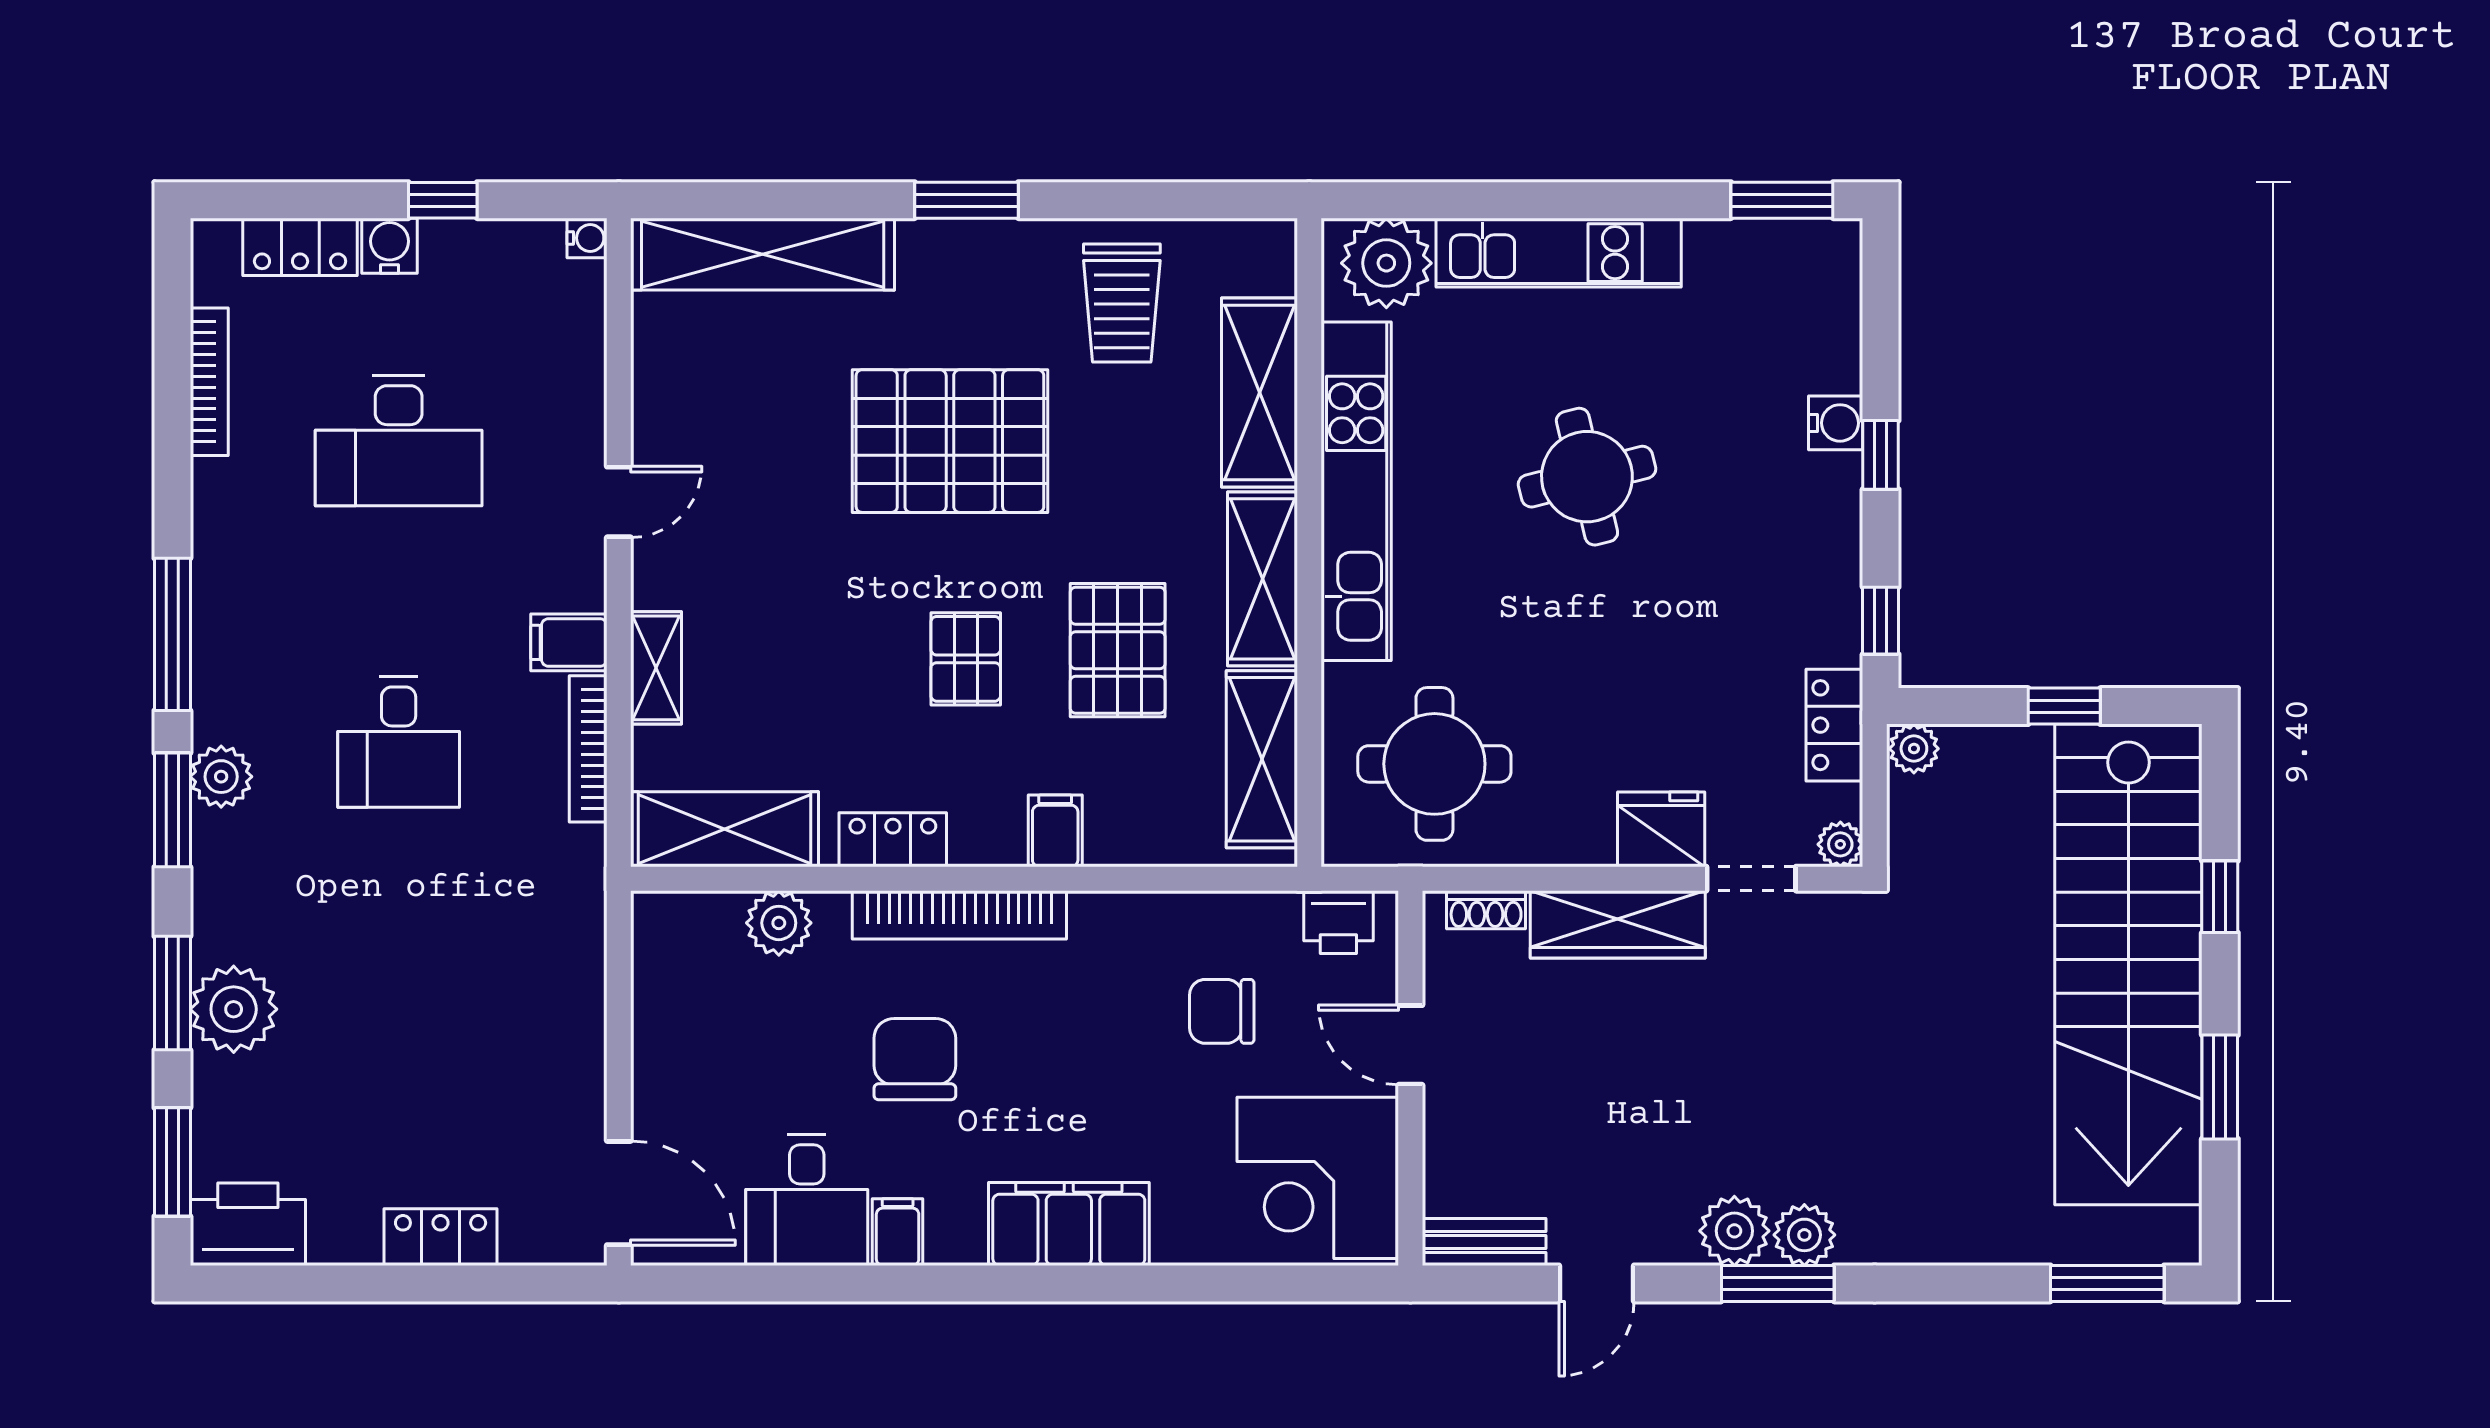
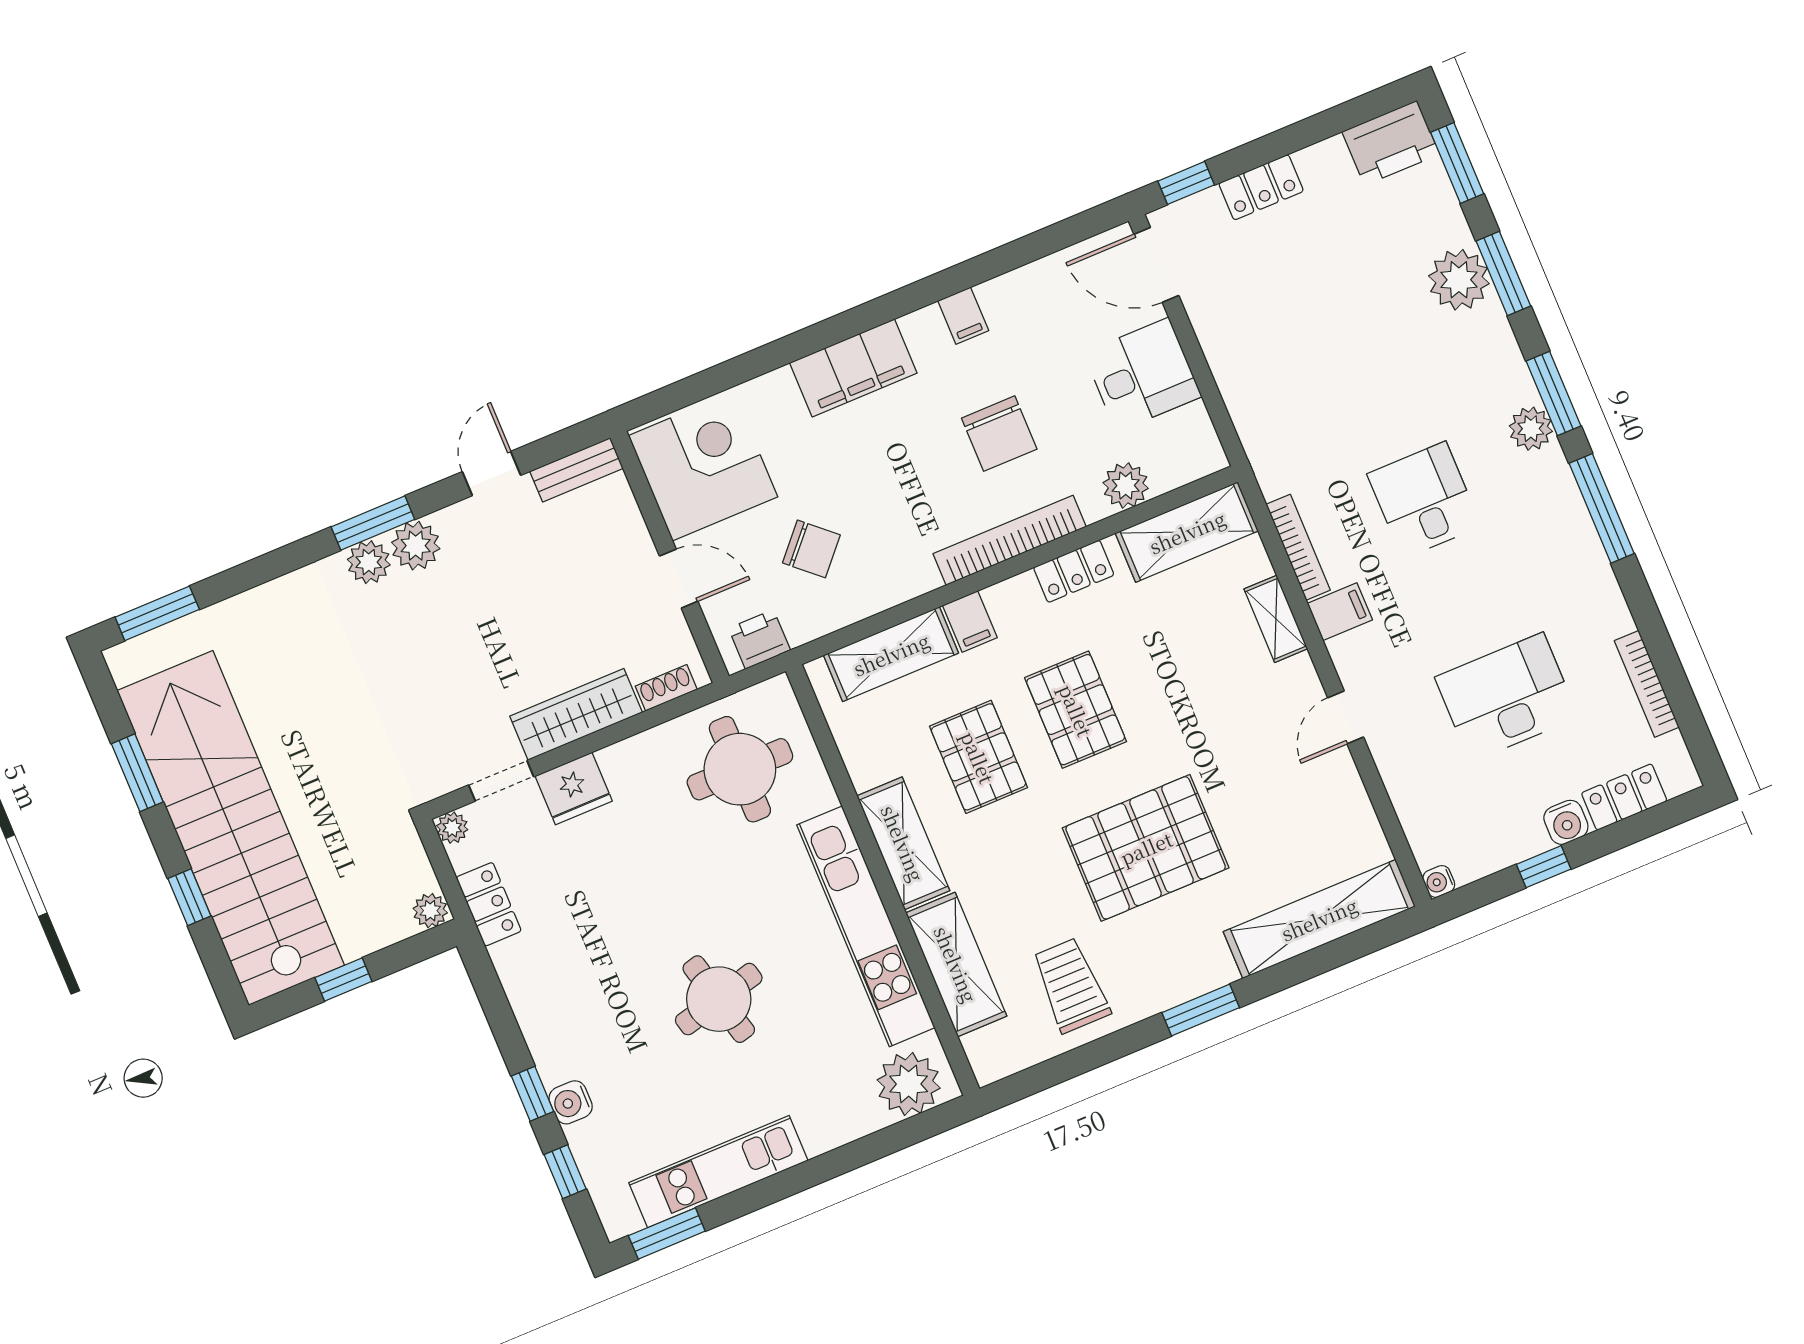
kitchen unit: (1559, 253) -> (718, 1172), moved
window: (1881, 621) -> (565, 1172), moved
pallet: (966, 659) -> (1076, 710), width x1.50, depth x1.42
shelving: (1262, 759) -> (891, 654), moved, turned 90
chair: (1222, 1011) -> (811, 549), turned 42
desk: (807, 1200) -> (1143, 375), moved, turned 90
window: (535, 1283) -> (1186, 183), added

